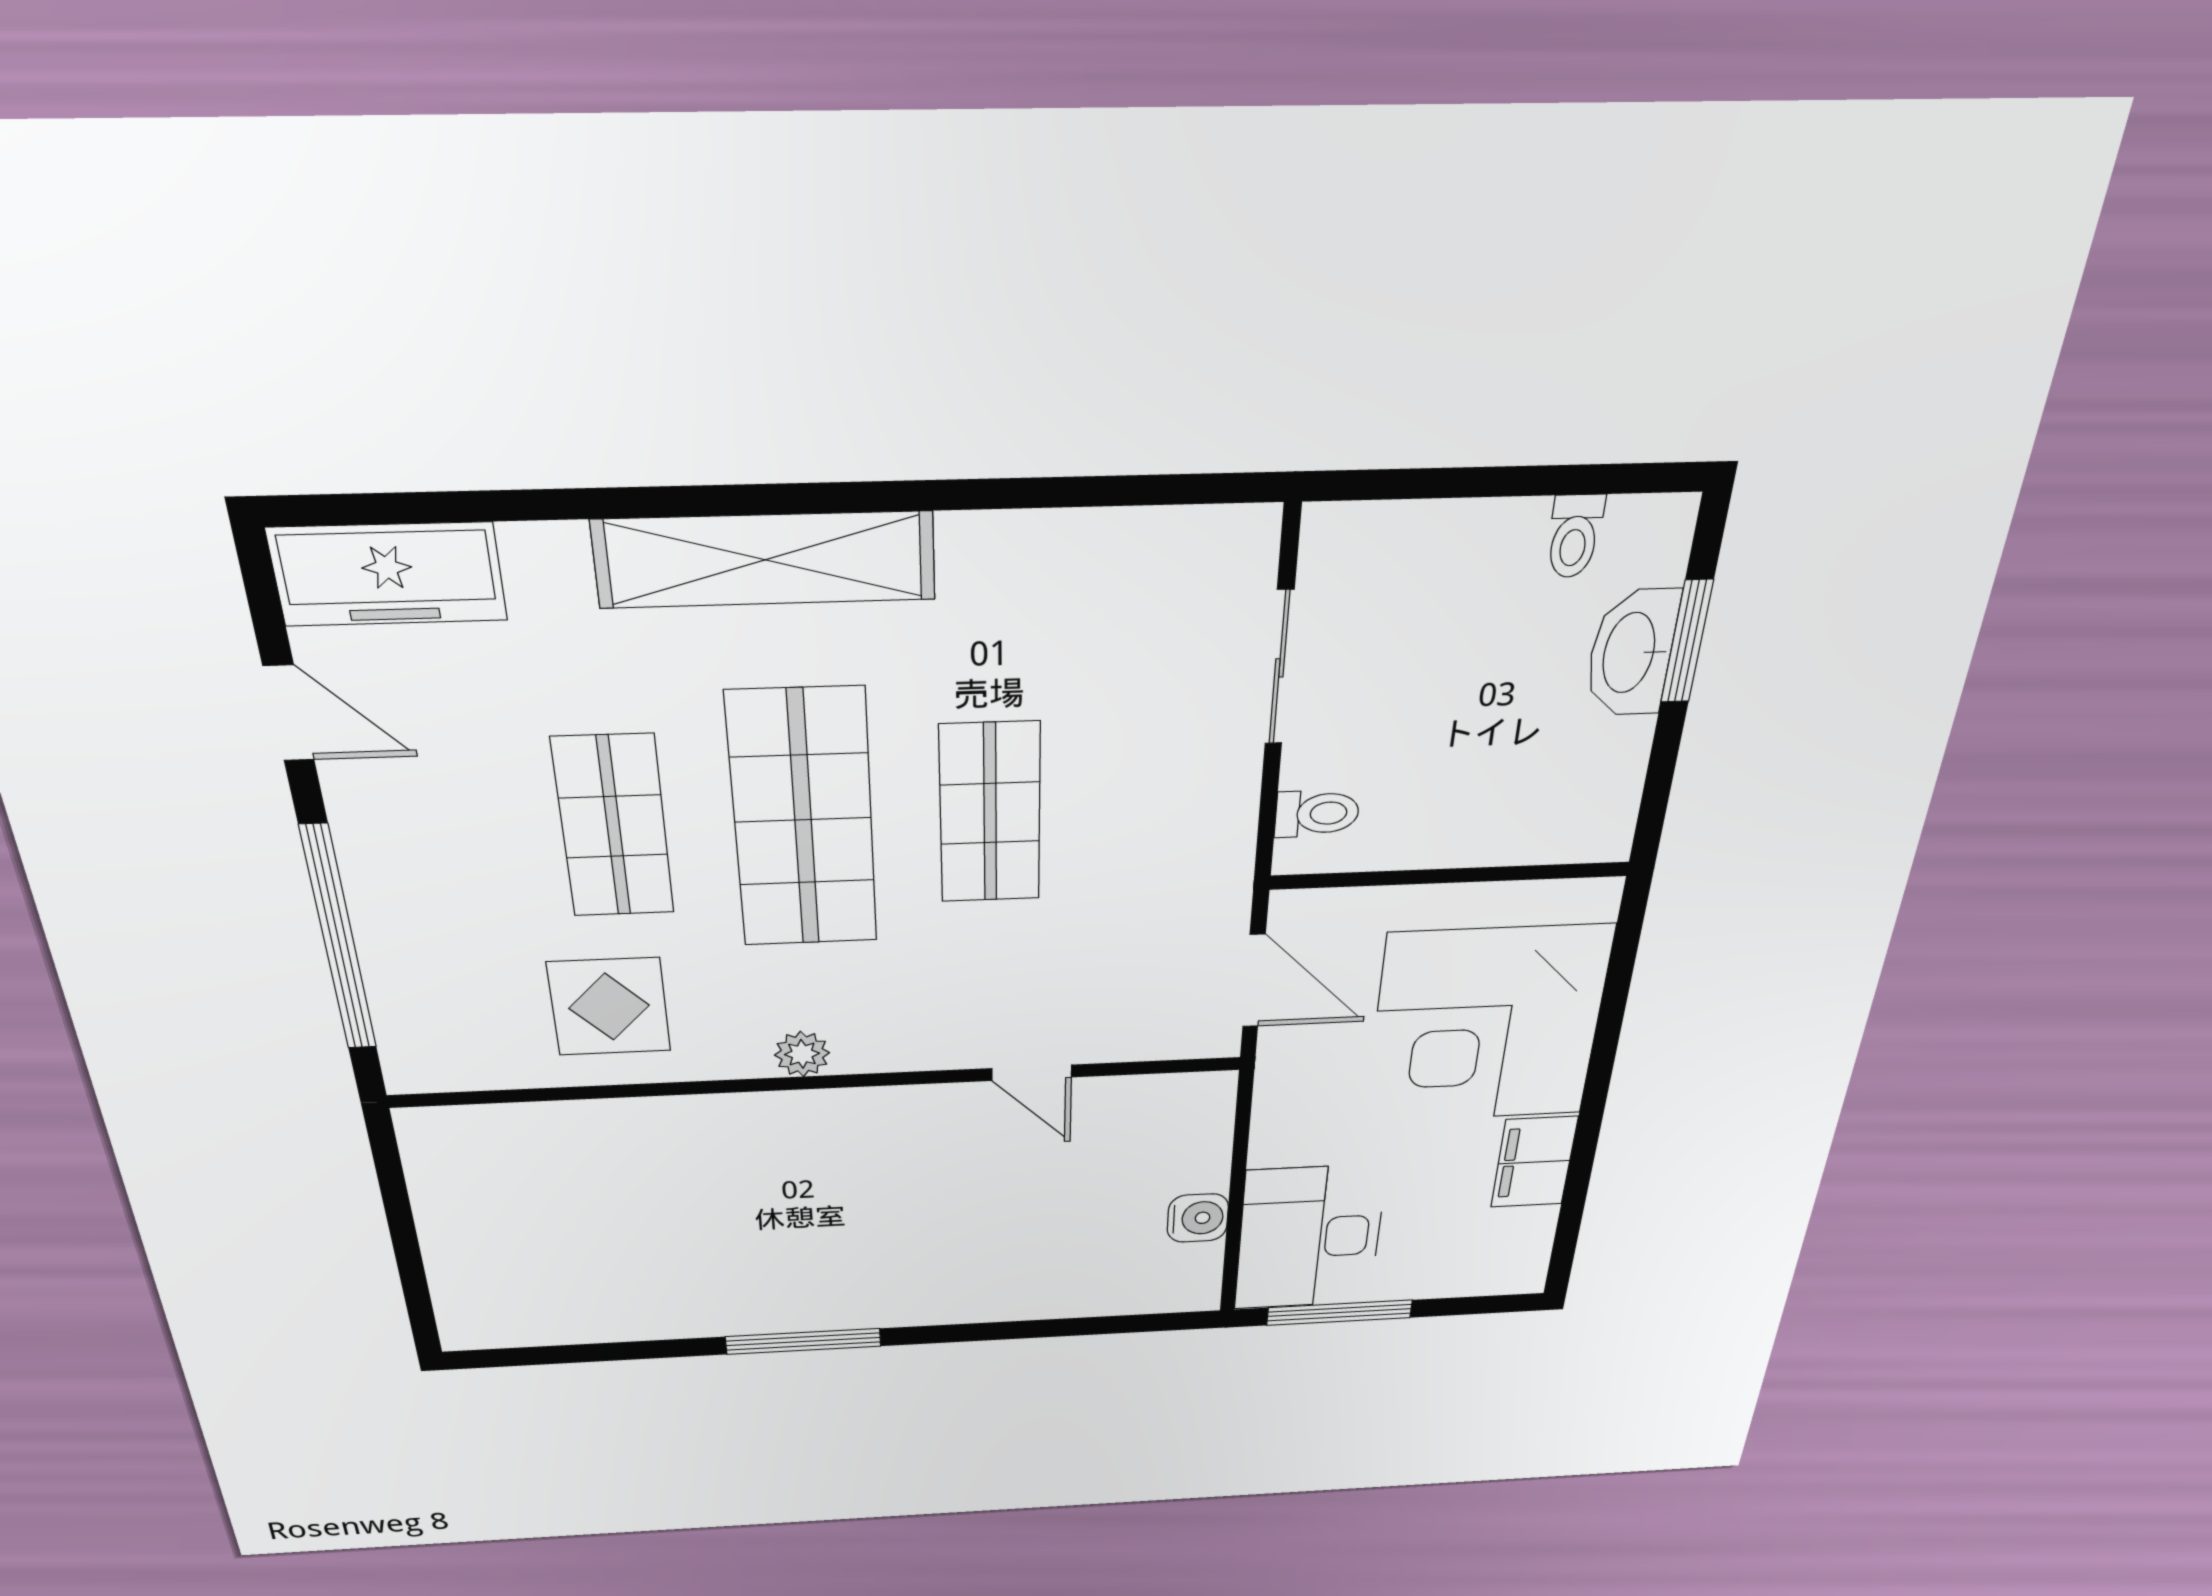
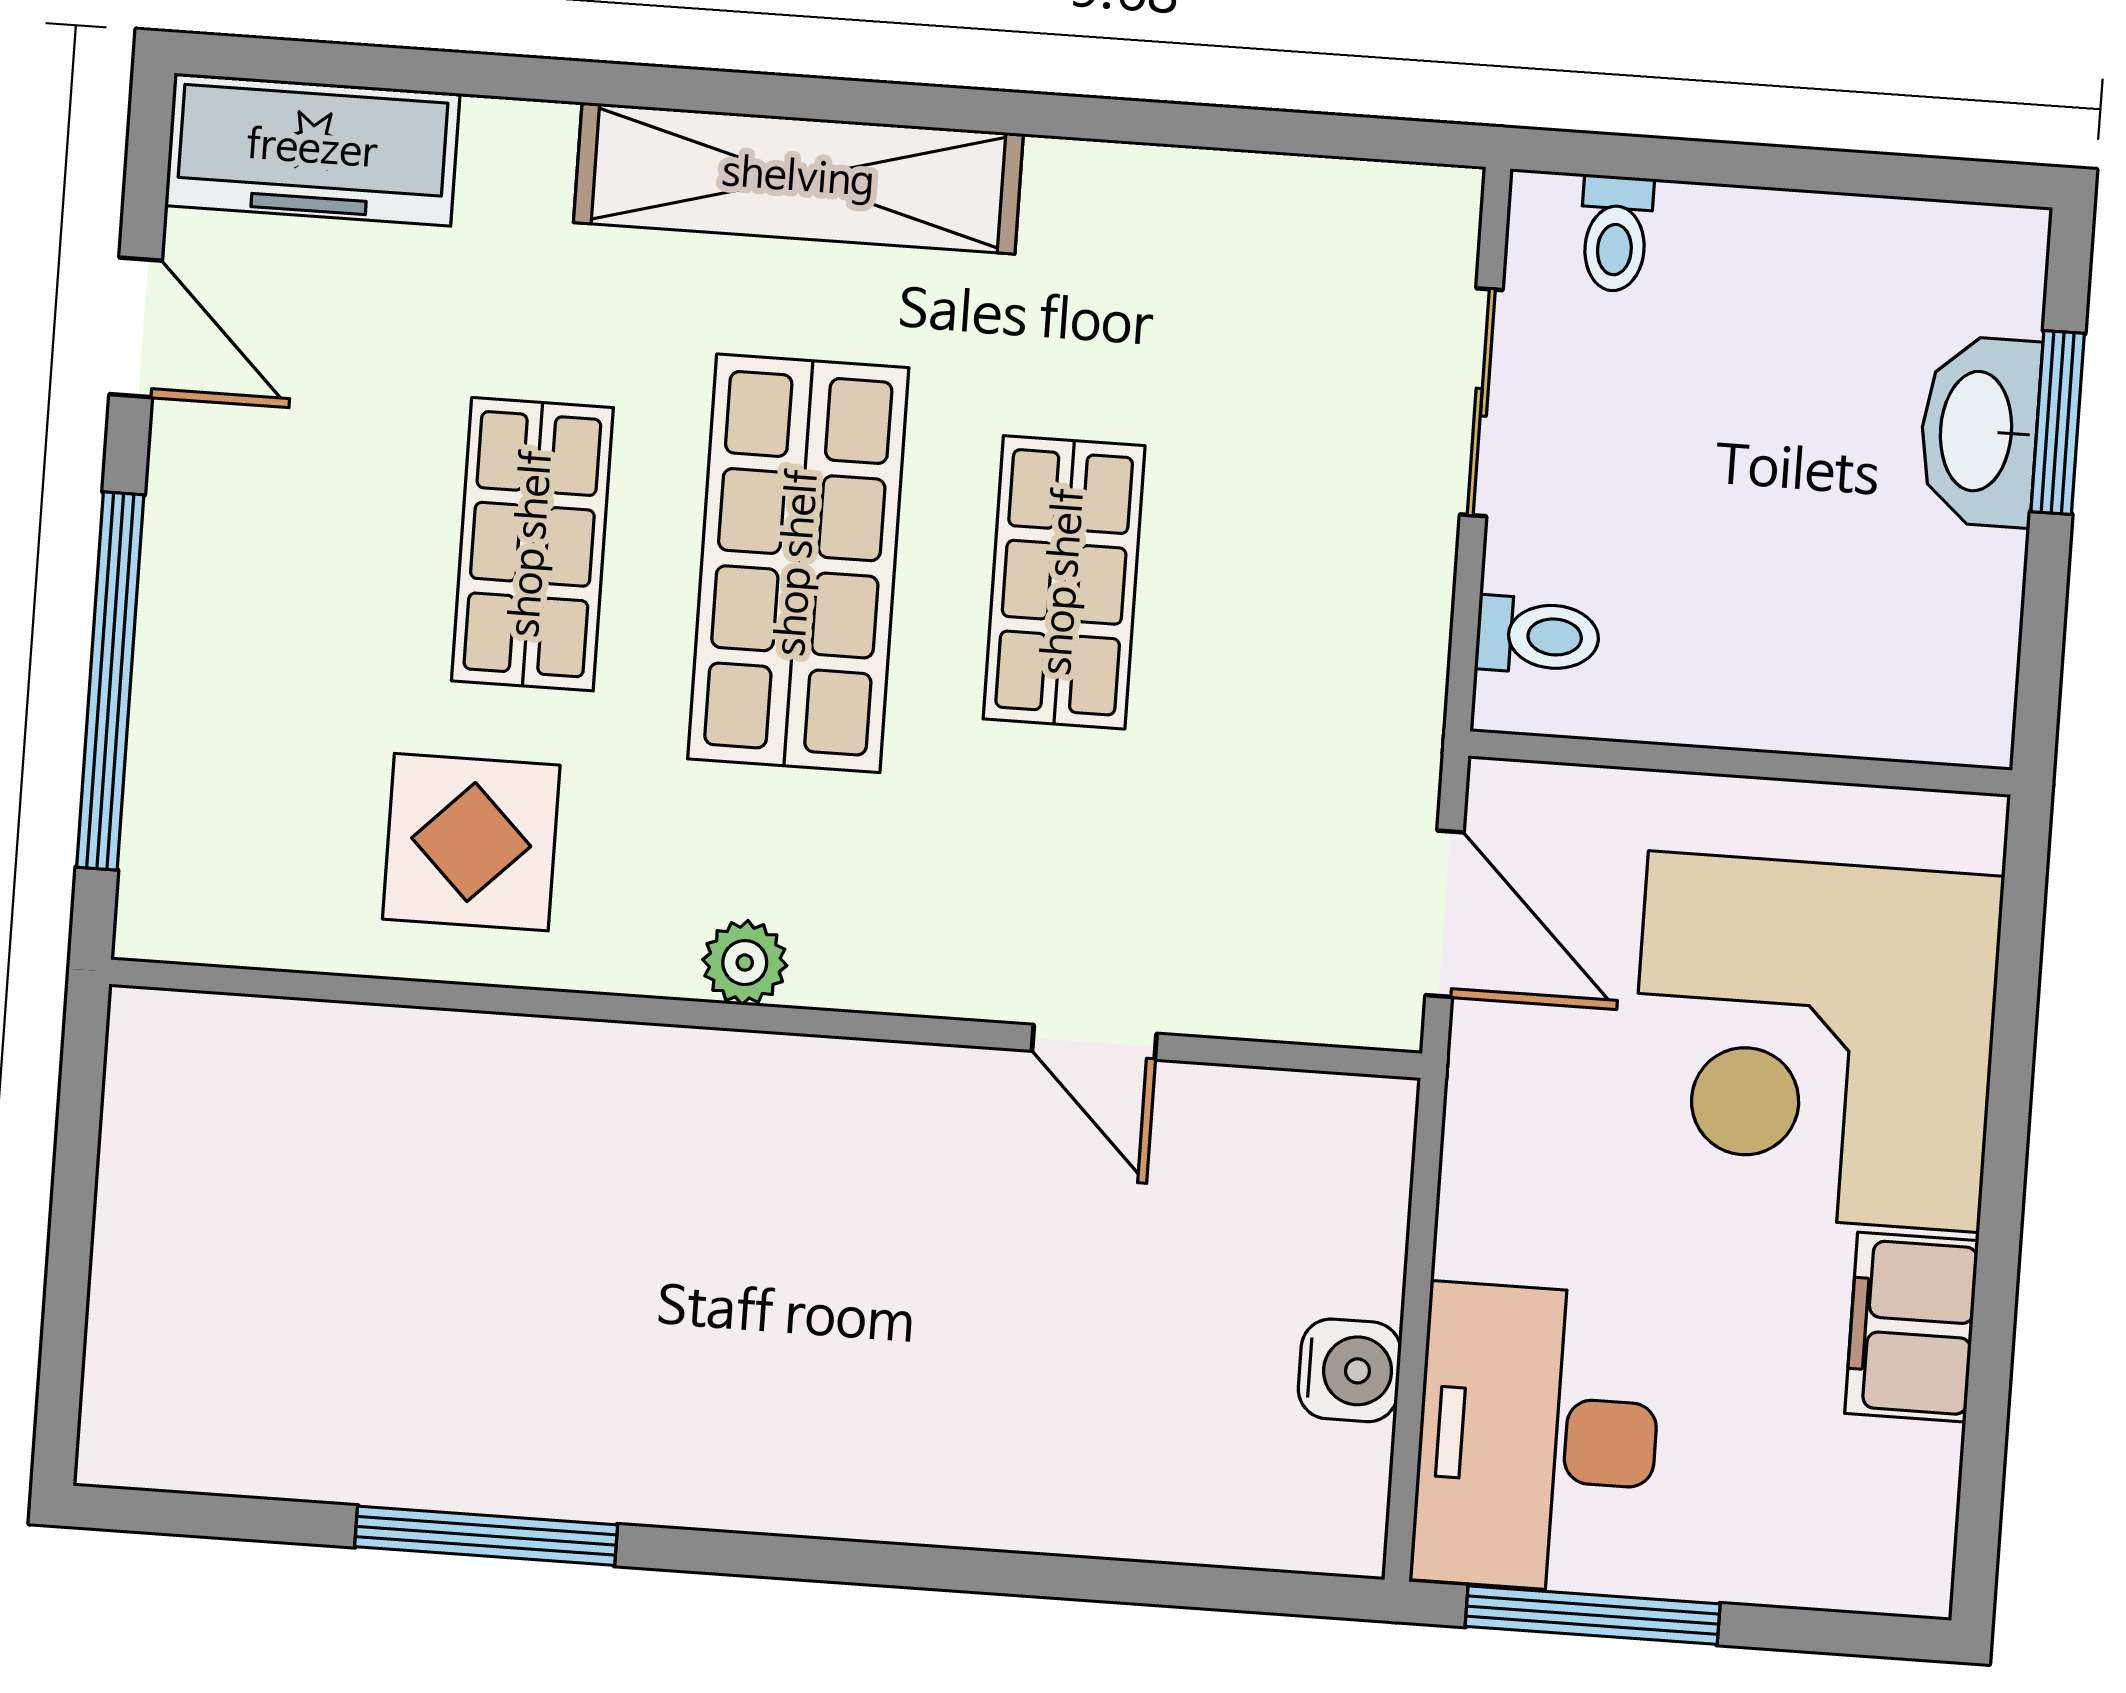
toilet: (1574, 536) -> (1616, 234), moved
window: (803, 1341) -> (486, 1536), moved

